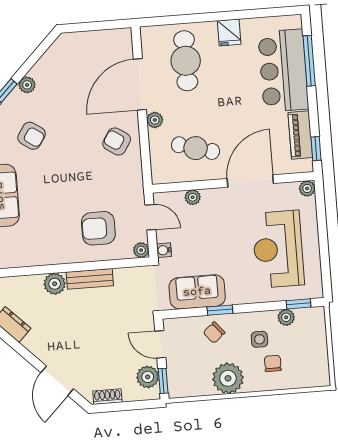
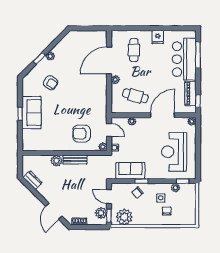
cafe table: (186, 61) -> (134, 50), width x0.73, depth x0.74
armchair: (117, 141) -> (95, 89), removed
plant: (228, 378) -> (124, 217), moved

